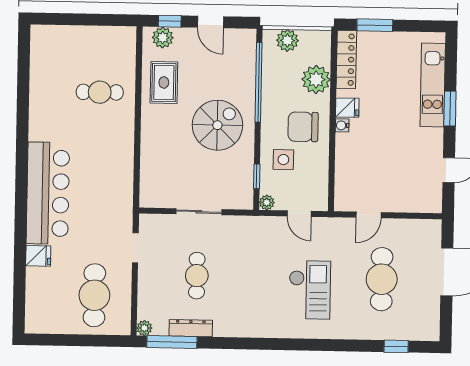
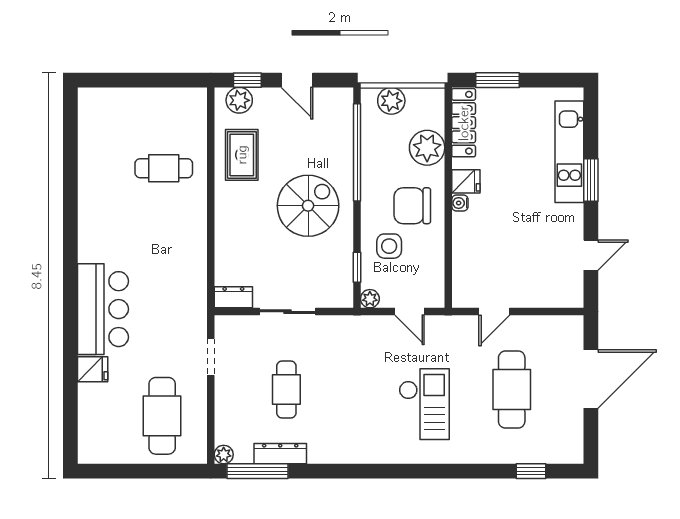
bar counter: (48, 193) -> (103, 309), width x0.73
dresser: (155, 199) -> (233, 297), added

